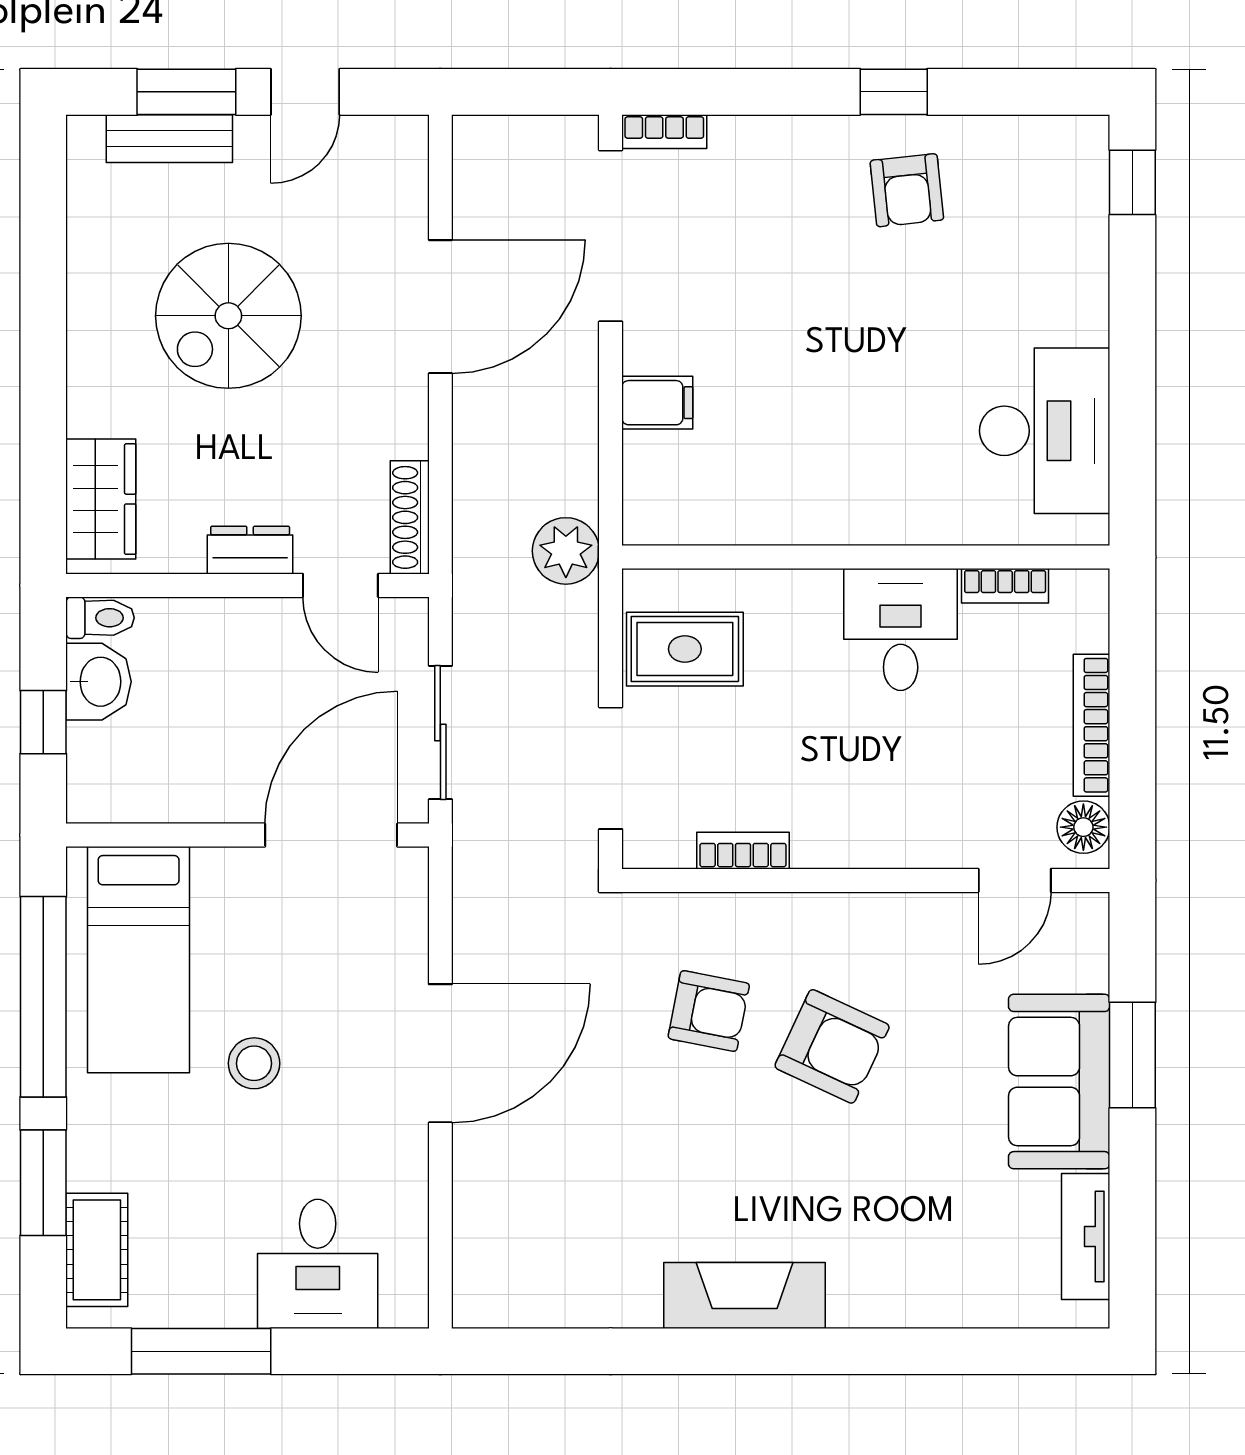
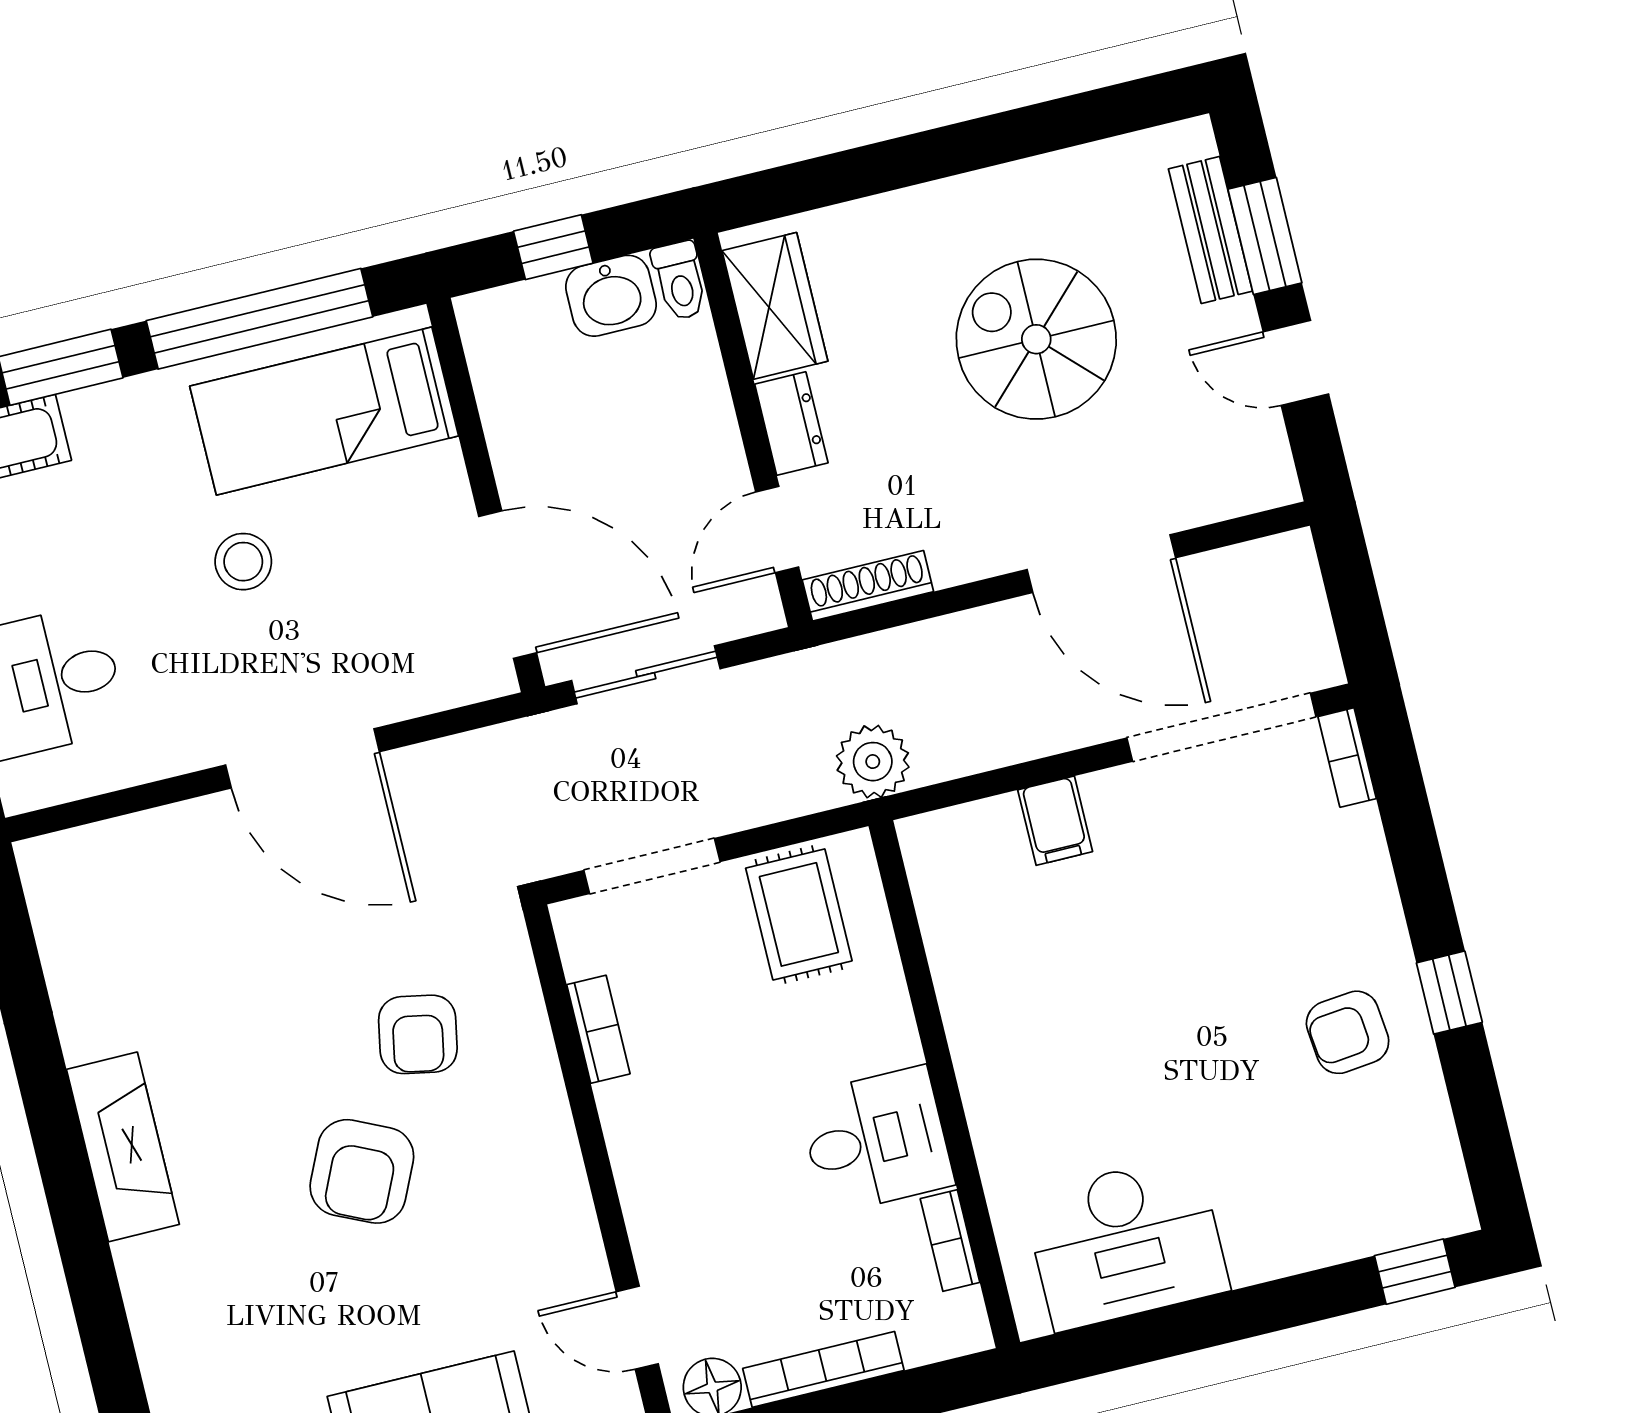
wardrobe: (101, 499) -> (775, 306), moved, turned -90
armchair: (832, 1046) -> (362, 1171), moved

